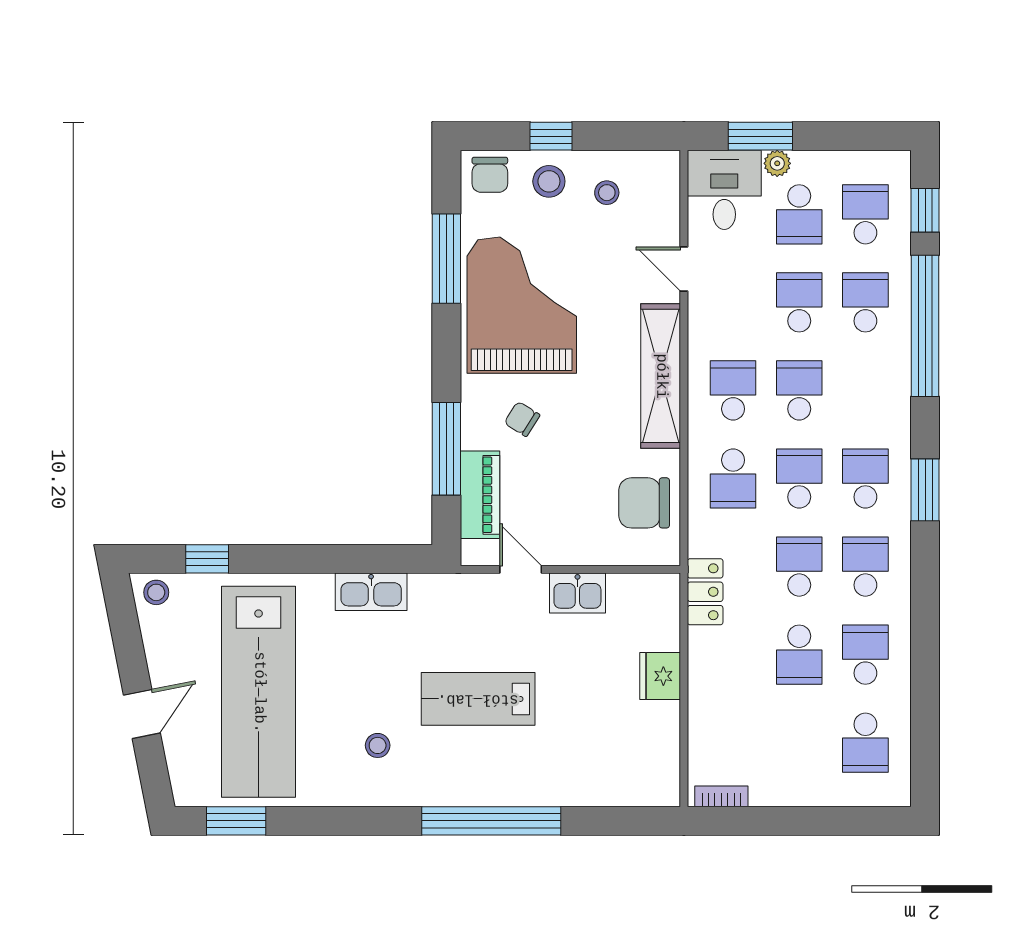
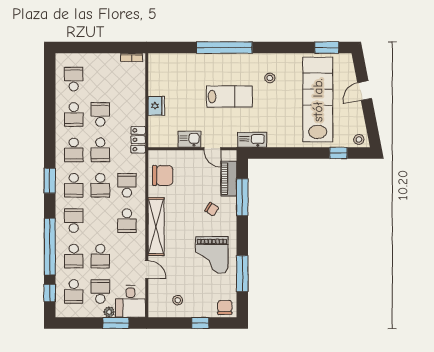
stool: (549, 181) -> (201, 305), removed
grand piano: (522, 305) -> (212, 255), width x0.73, depth x0.68
school desk: (799, 390) -> (74, 221), moved, turned 180
kitchen sink: (371, 592) -> (252, 140), moved

